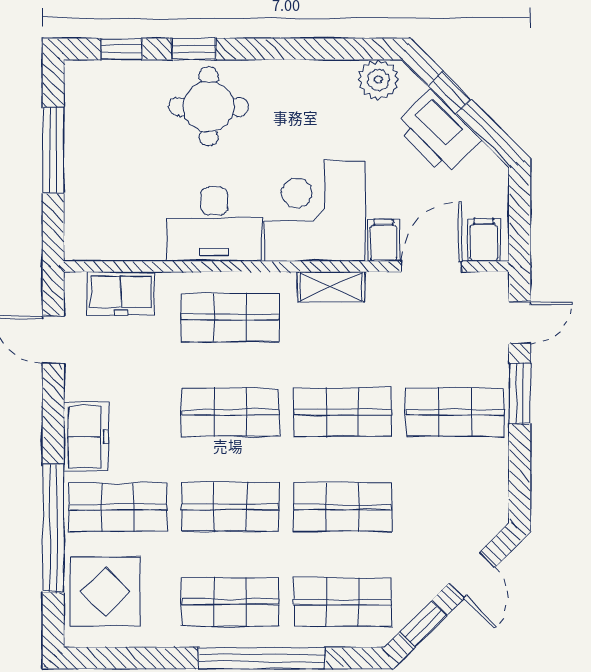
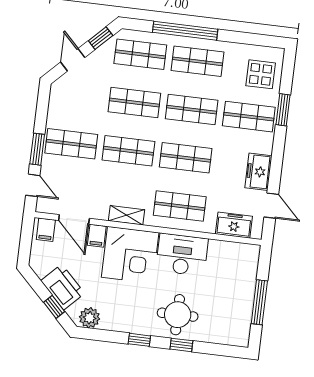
window: (122, 49) -> (139, 340), moved
door: (432, 267) -> (74, 219), hinge flipped
door: (520, 323) -> (33, 185), swing flipped
freezer: (86, 437) -> (258, 172), moved
window: (53, 528) -> (283, 110), width x0.47
display table: (105, 592) -> (261, 74), width x0.73, depth x0.73

